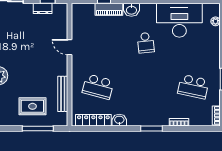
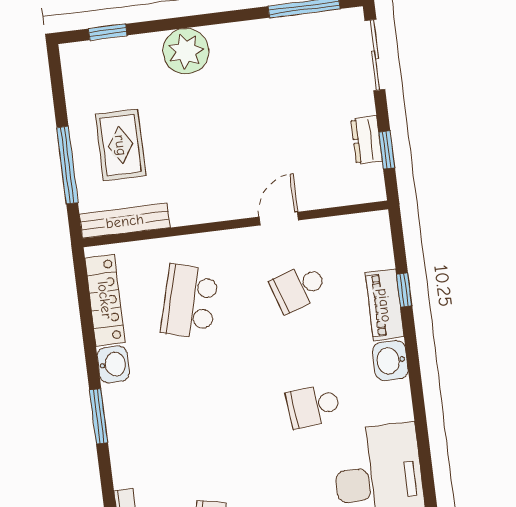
school desk: (98, 43) -> (299, 288), added
bench: (63, 94) -> (125, 221), moved
window: (151, 128) -> (99, 416), moved

